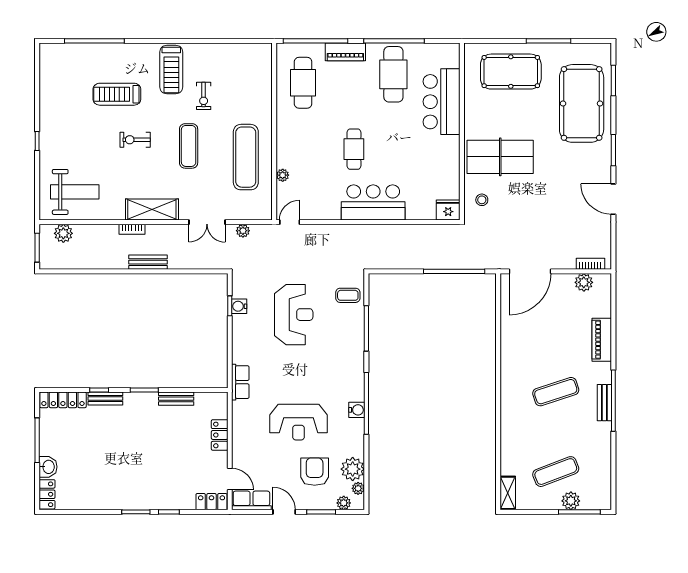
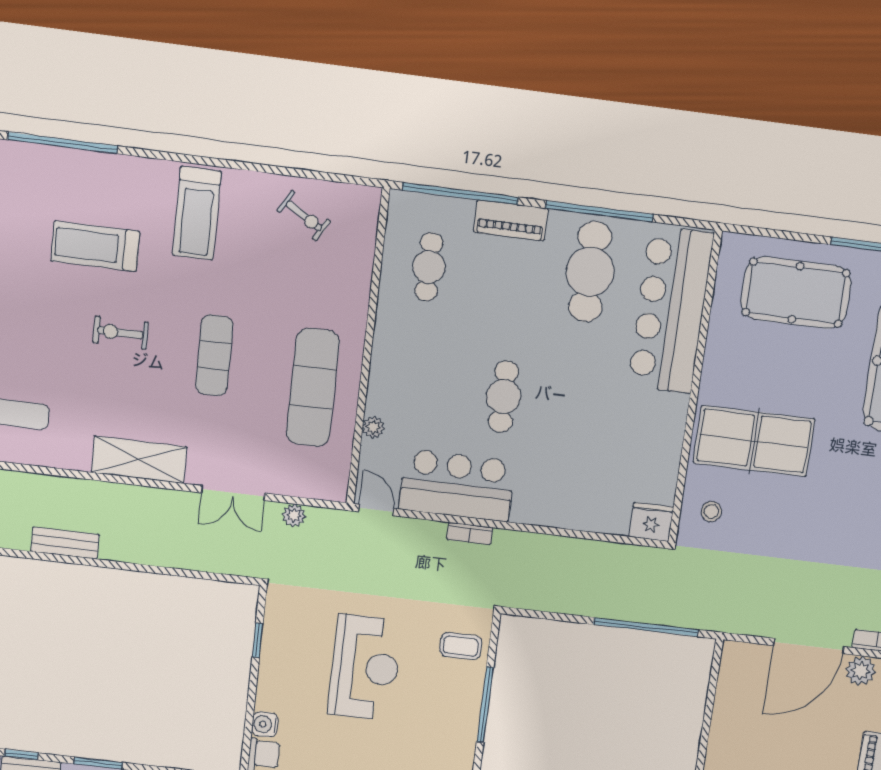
cafe table: (303, 83) -> (429, 267), width x0.73, depth x0.74
exercise bike: (204, 96) -> (304, 216), moved, turned -59
bar counter: (442, 102) -> (670, 310), width x1.36
bar counter: (373, 202) -> (457, 485), moved
door: (290, 222) -> (376, 510), hinge flipped
bookcase: (132, 229) -> (470, 534), moved
bench: (148, 262) -> (65, 543), moved
door: (530, 271) -> (809, 646), moved
water cooler: (239, 306) -> (265, 724), moved

